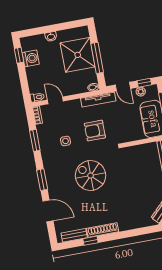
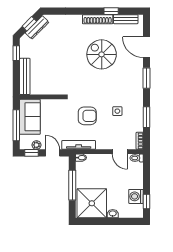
shower: (78, 55) -> (92, 203), moved
spiral stairs: (91, 176) -> (102, 54), moved, turned 180

